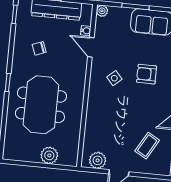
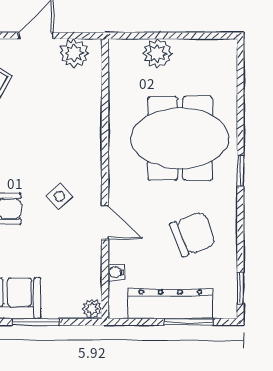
door: (91, 47) -> (105, 222), moved
chair: (39, 48) -> (193, 234), width x1.87, depth x1.87
meeting table: (41, 105) -> (180, 138), turned 90

